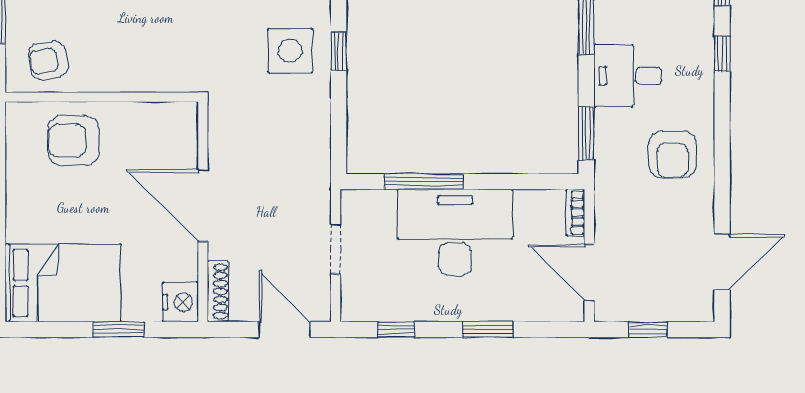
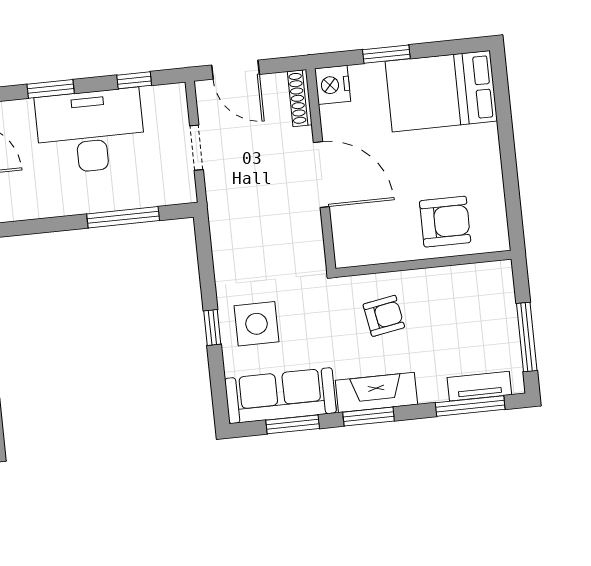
armchair: (48, 60) -> (384, 316), moved
desk: (455, 232) -> (90, 131), moved, turned 180

